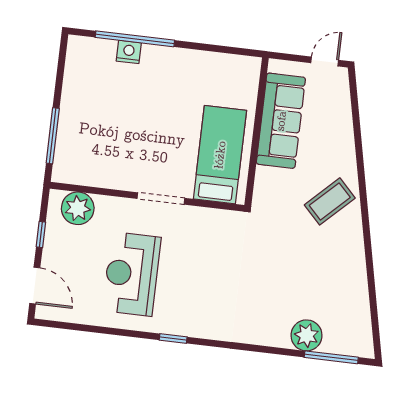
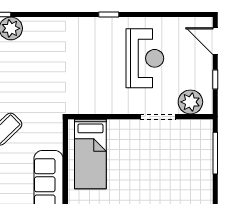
doorway: (161, 198) -> (158, 117), moved

